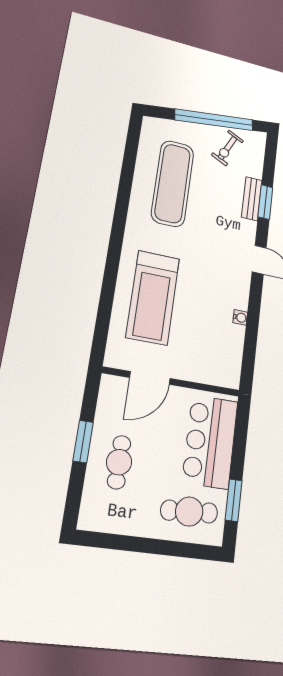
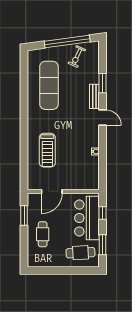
bench: (252, 199) -> (94, 96), moved
treadmill: (153, 298) -> (47, 150), width x0.73, depth x0.73
window: (240, 436) -> (102, 213), added
window: (83, 441) -> (24, 215), moved

